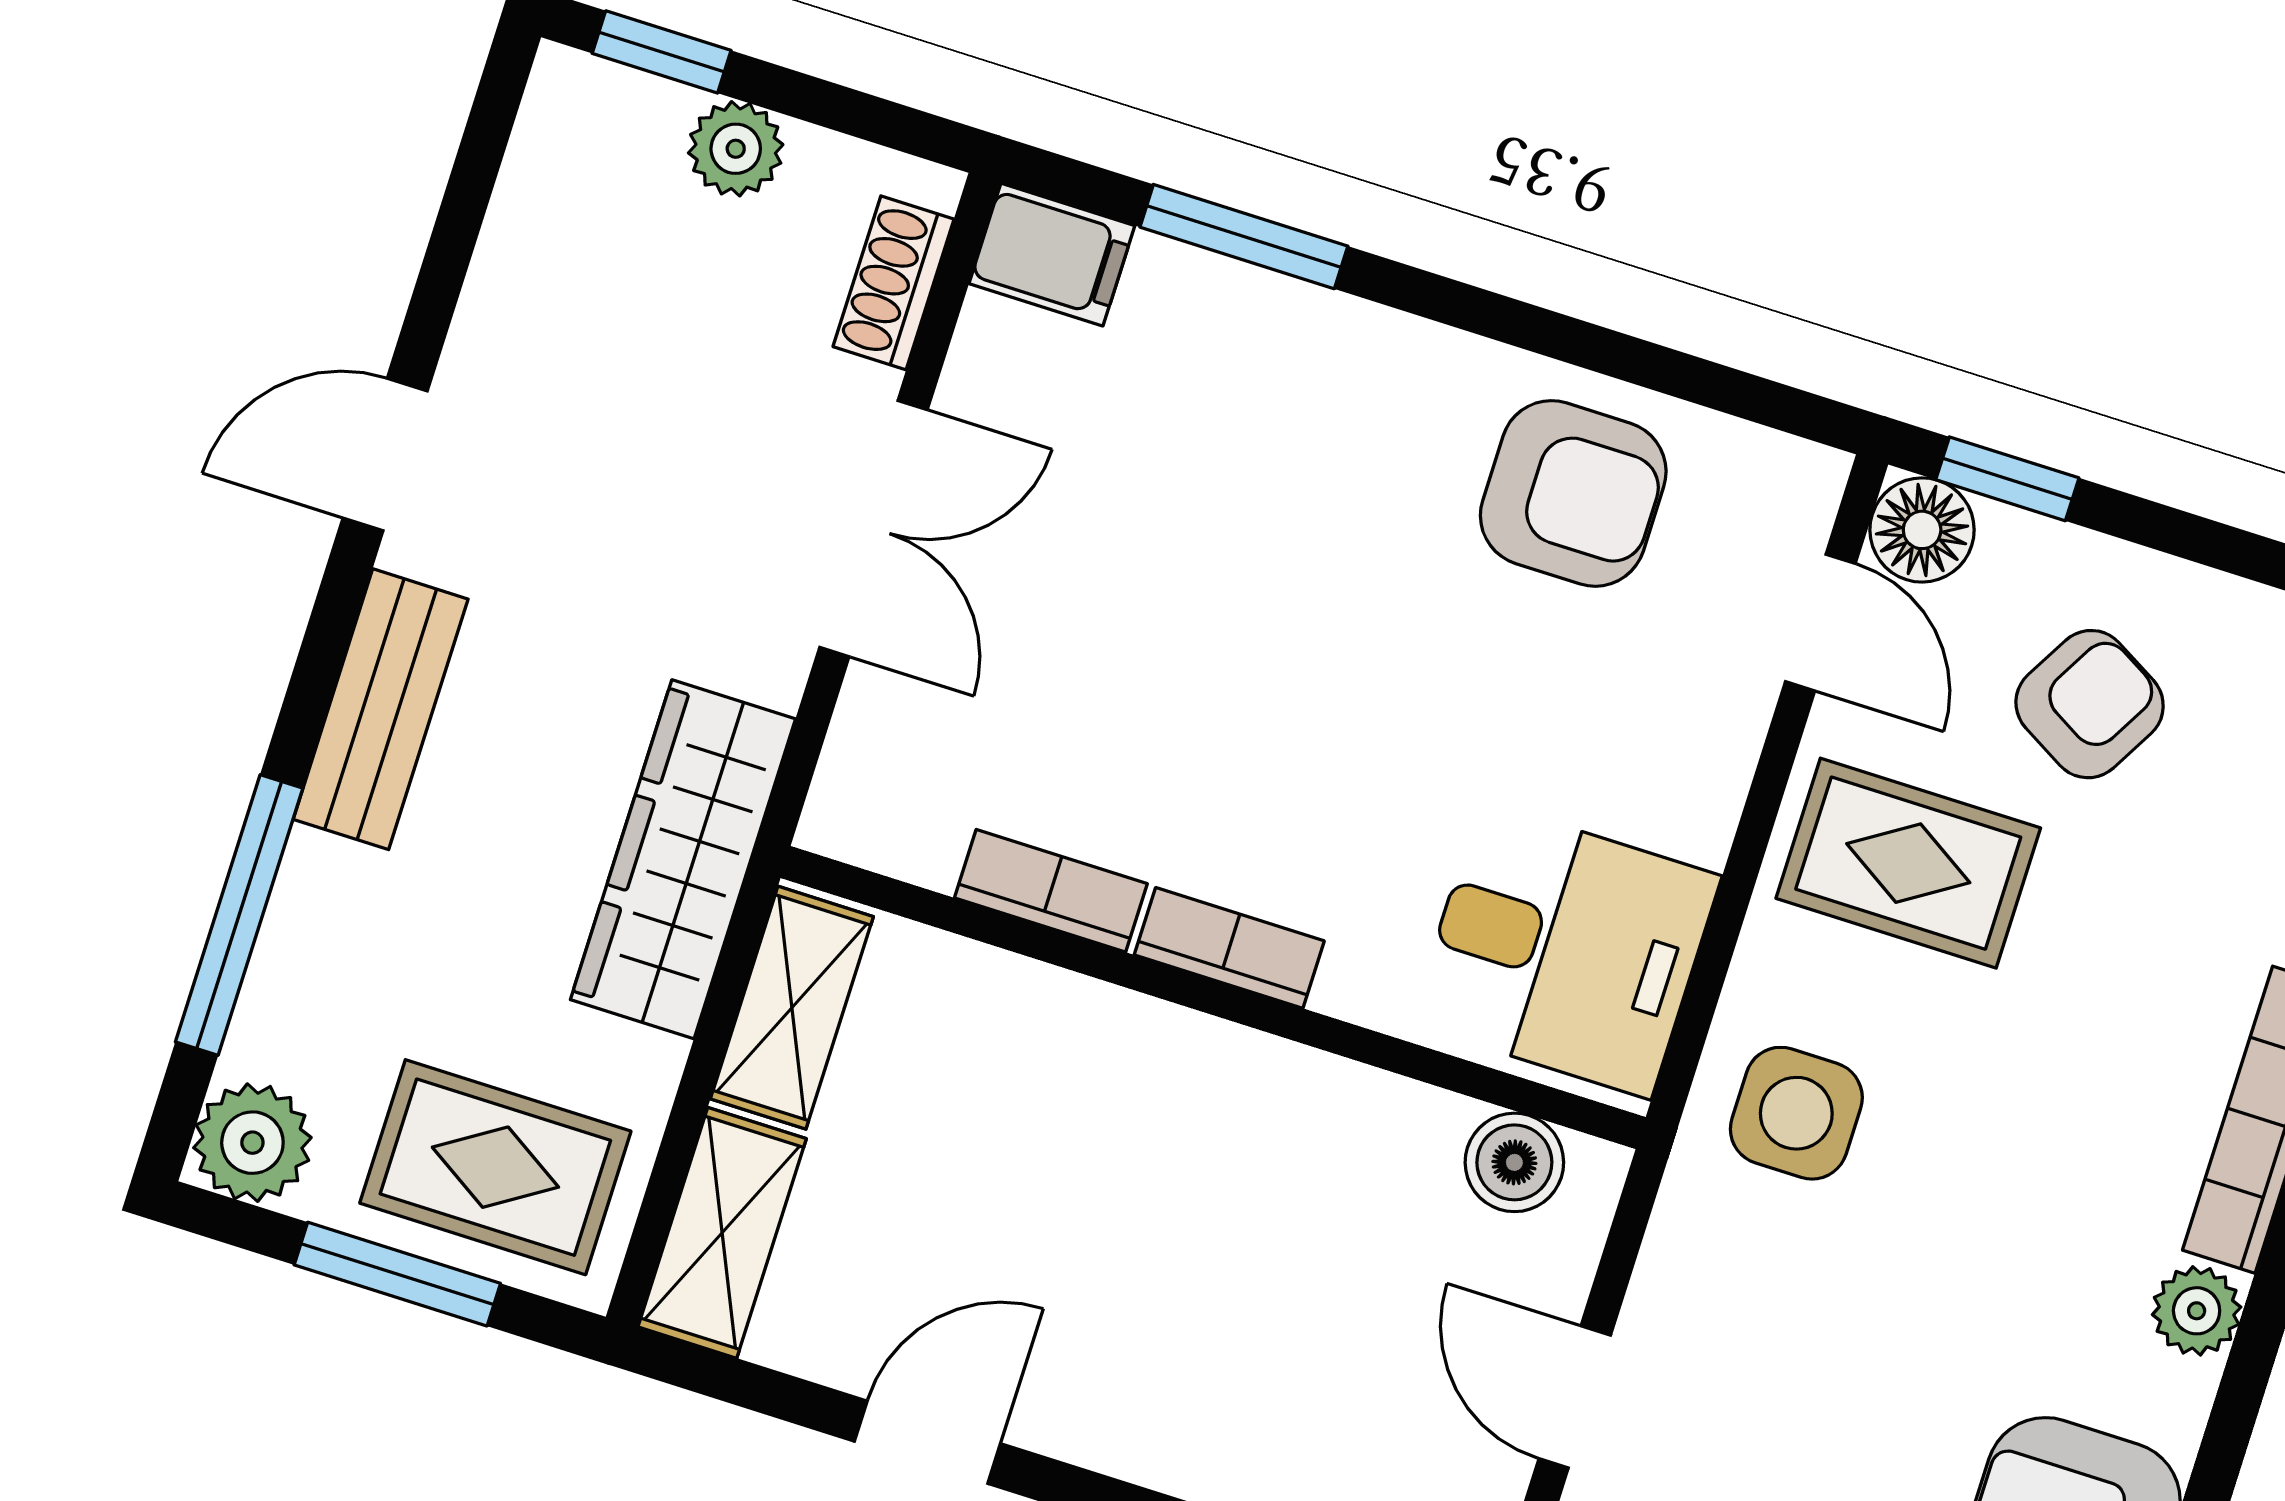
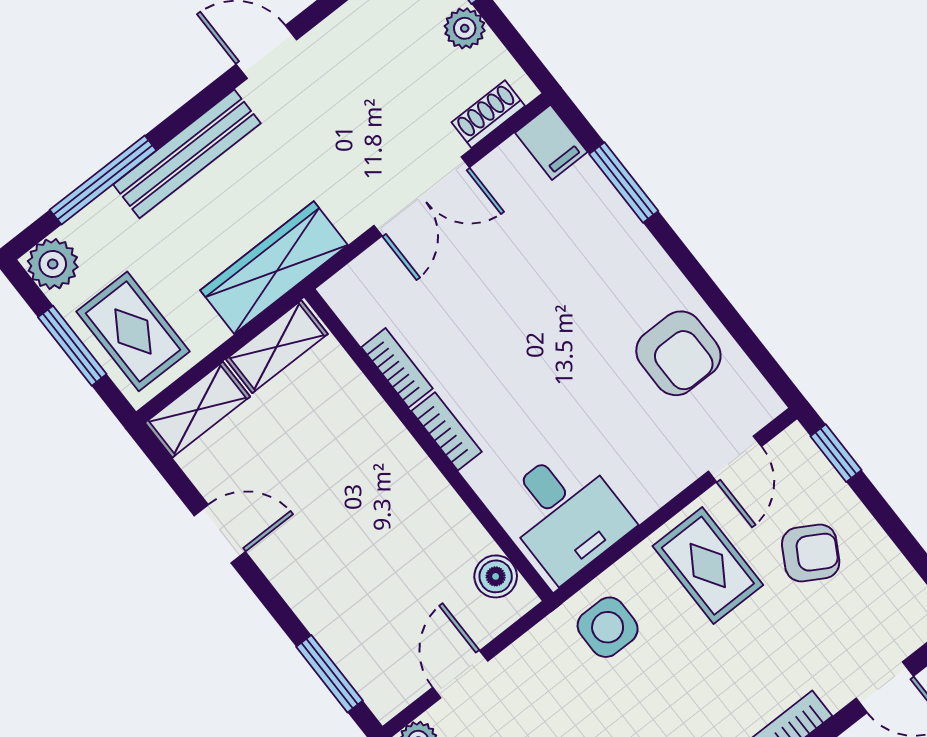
floor lamp: (1922, 530) -> (793, 451), removed
bench: (381, 709) -> (187, 154), width x1.36

